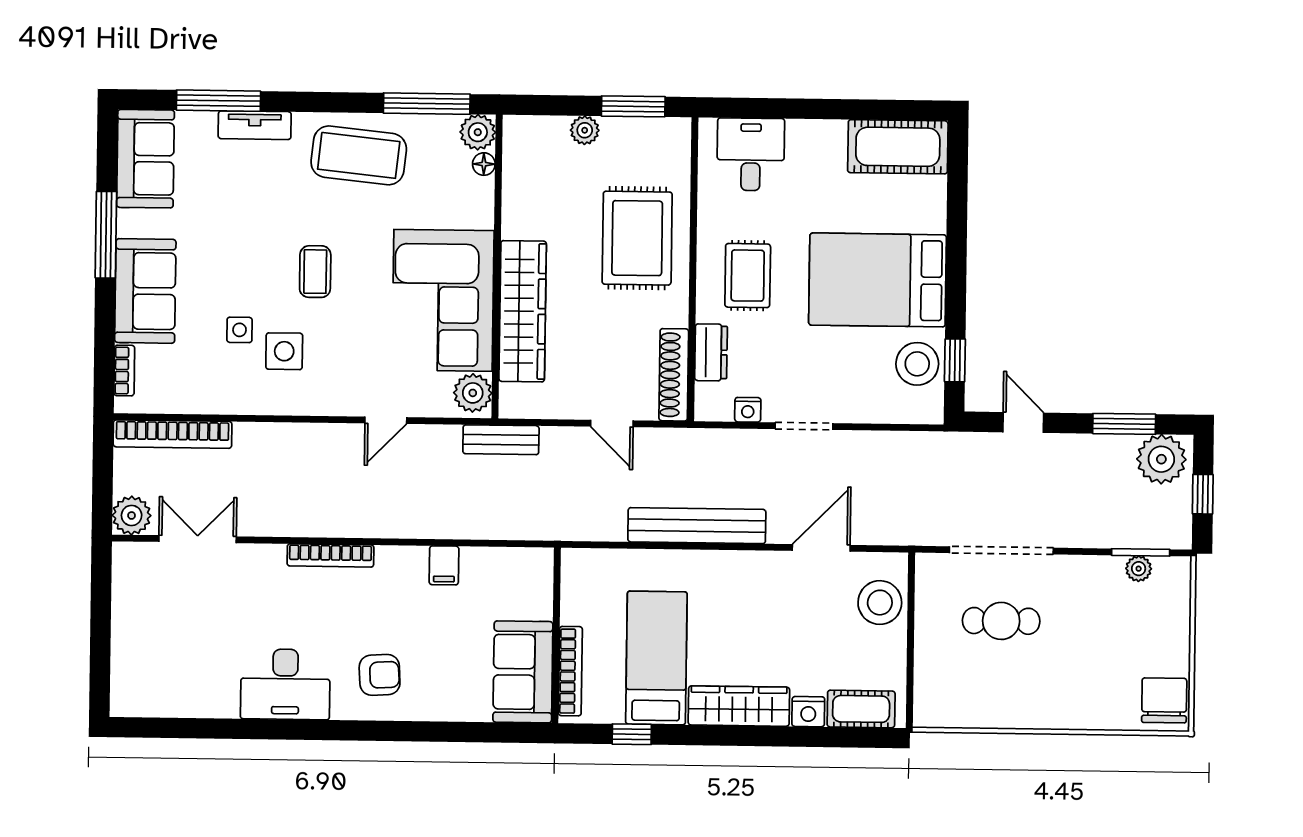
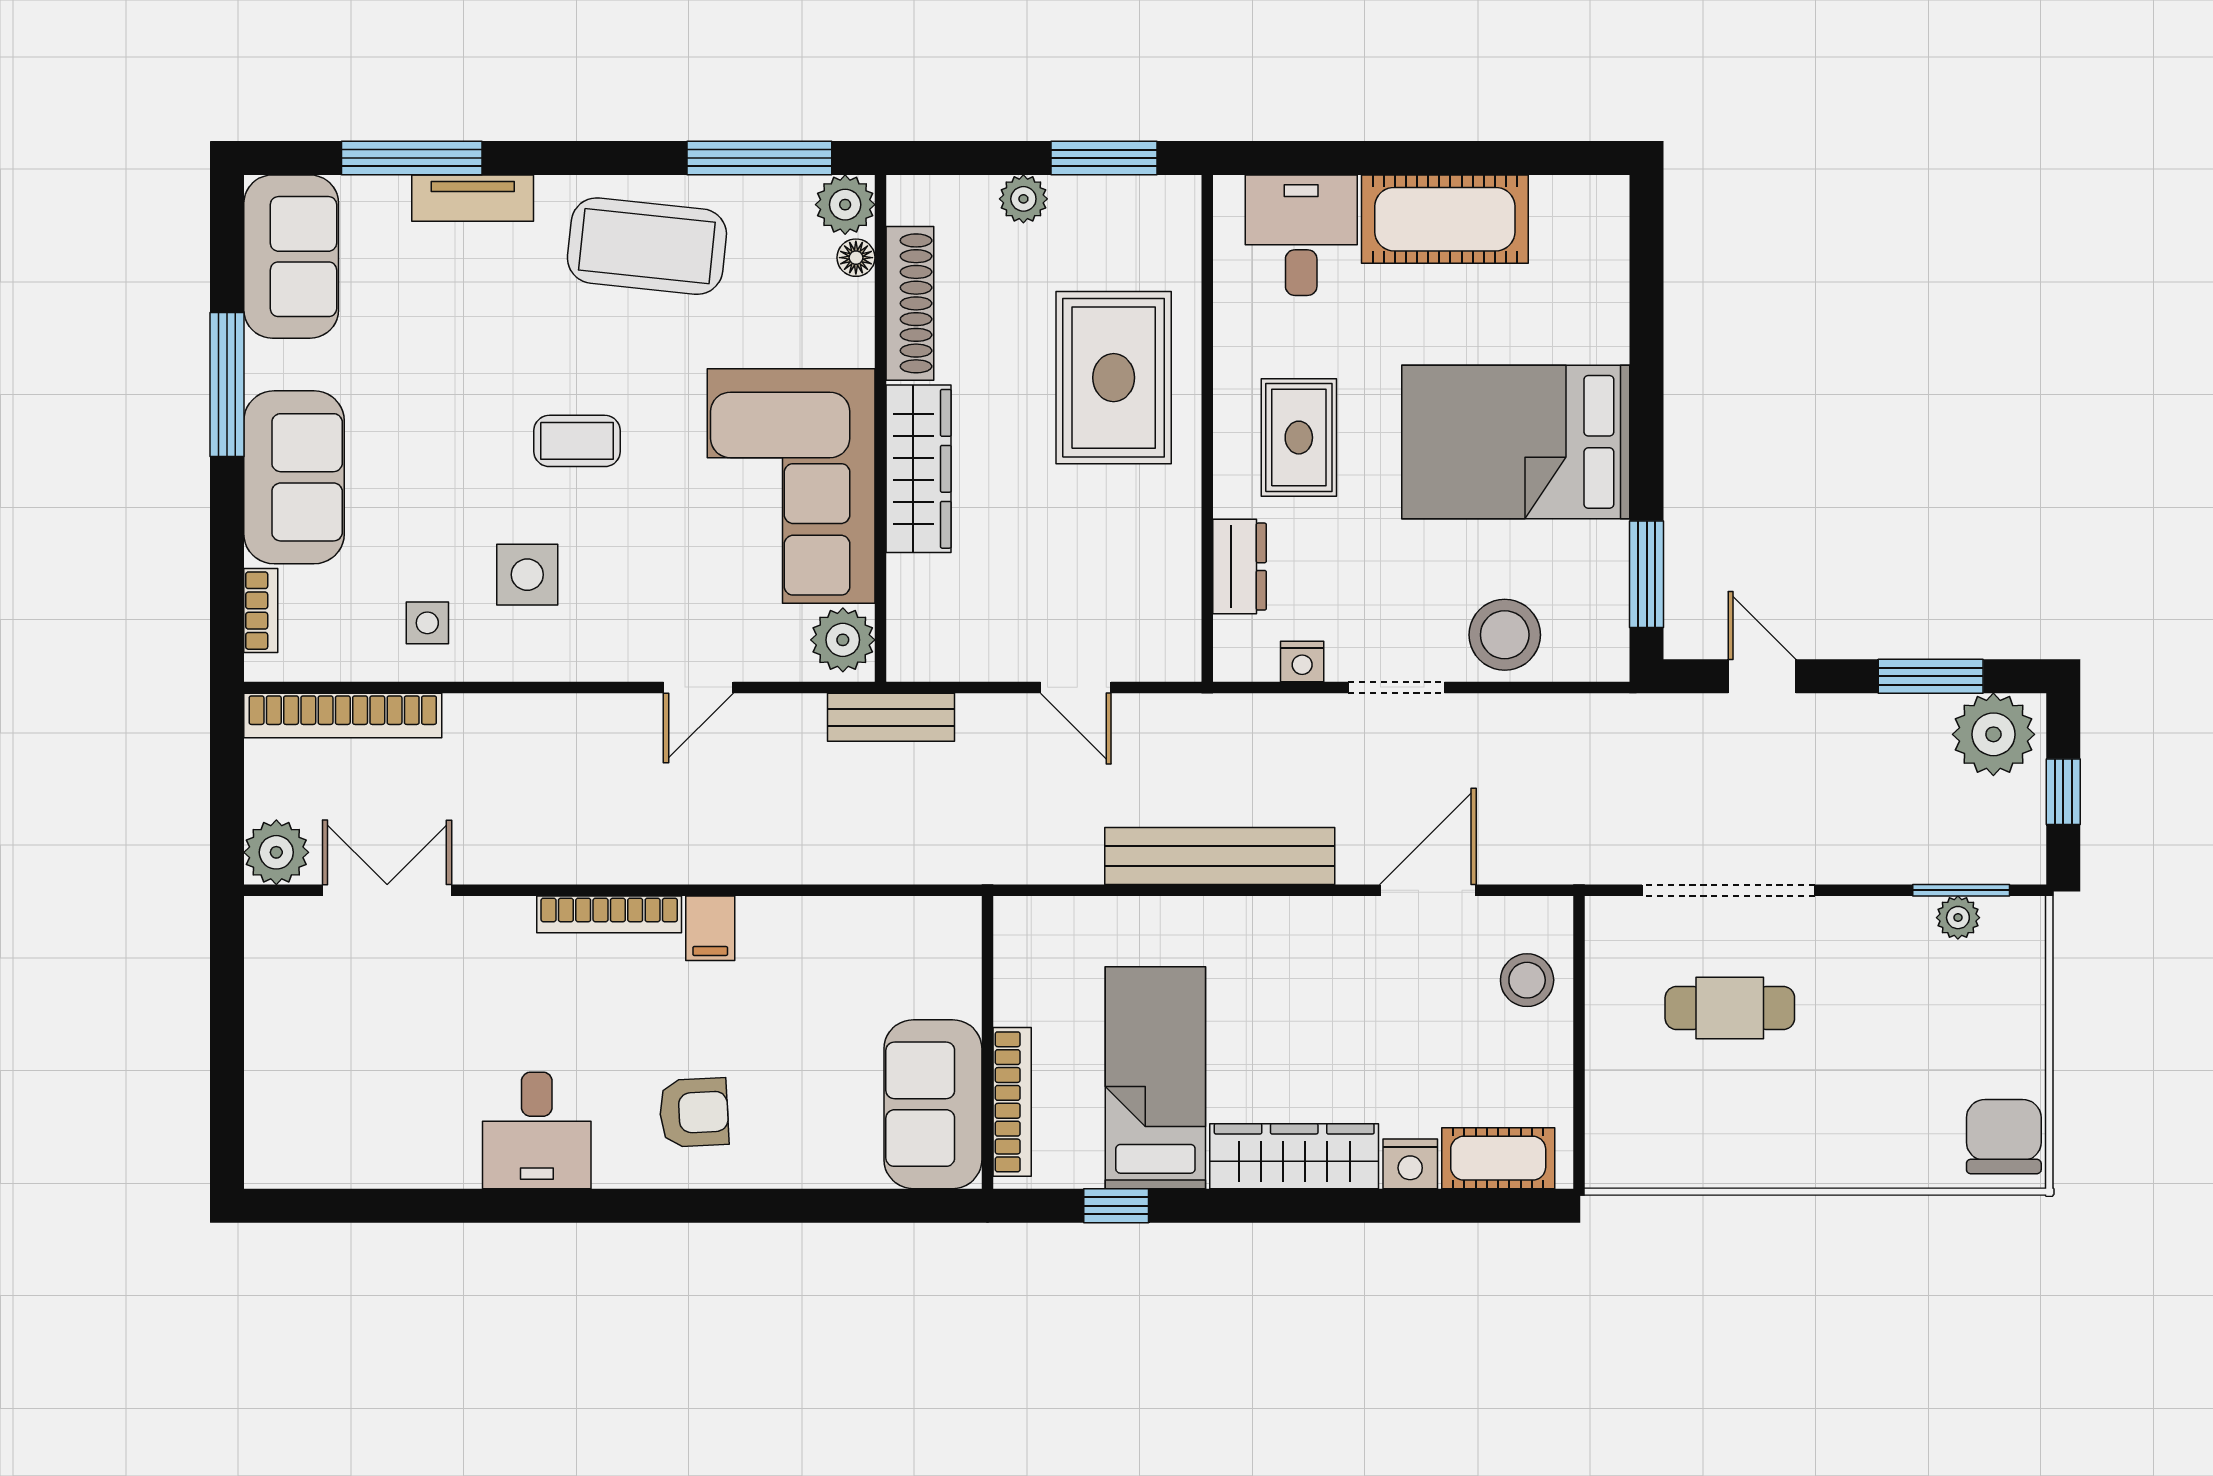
cot: (898, 147) -> (1445, 219), moved
coffee table: (315, 272) -> (577, 441), turned 90
wardrobe: (523, 311) -> (919, 469), width x0.71, depth x0.85
side table: (240, 330) -> (427, 623), moved
window: (955, 360) -> (1647, 574), width x1.50
stool: (917, 364) -> (1505, 635), moved
shoe rack: (674, 375) -> (910, 303), moved, turned 180
filing cabinet: (444, 565) -> (710, 928), moved
stool: (880, 603) -> (1527, 980), width x0.73, depth x0.73
desk: (285, 684) -> (537, 1130), width x0.73

